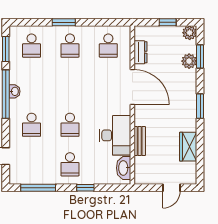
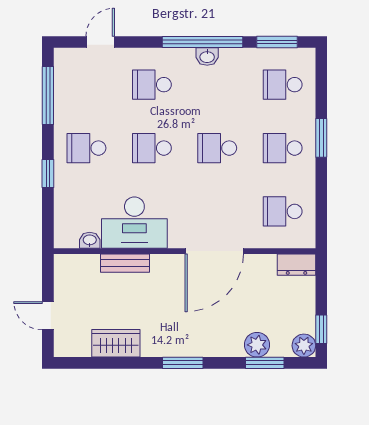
window: (168, 22) -> (321, 329), moved
dresser: (140, 52) -> (297, 265), moved
school desk: (70, 85) -> (217, 148), added
washbasin: (124, 168) -> (90, 240), width x0.52, depth x0.69

